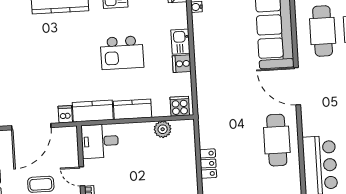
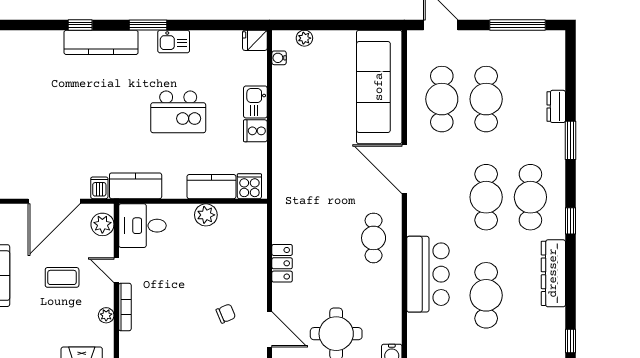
kitchen counter: (133, 109) -> (211, 187), moved
plant: (163, 129) -> (206, 215), moved
cafe table: (277, 140) -> (374, 238), width x0.73, depth x0.74
plant: (69, 142) -> (102, 224), added

